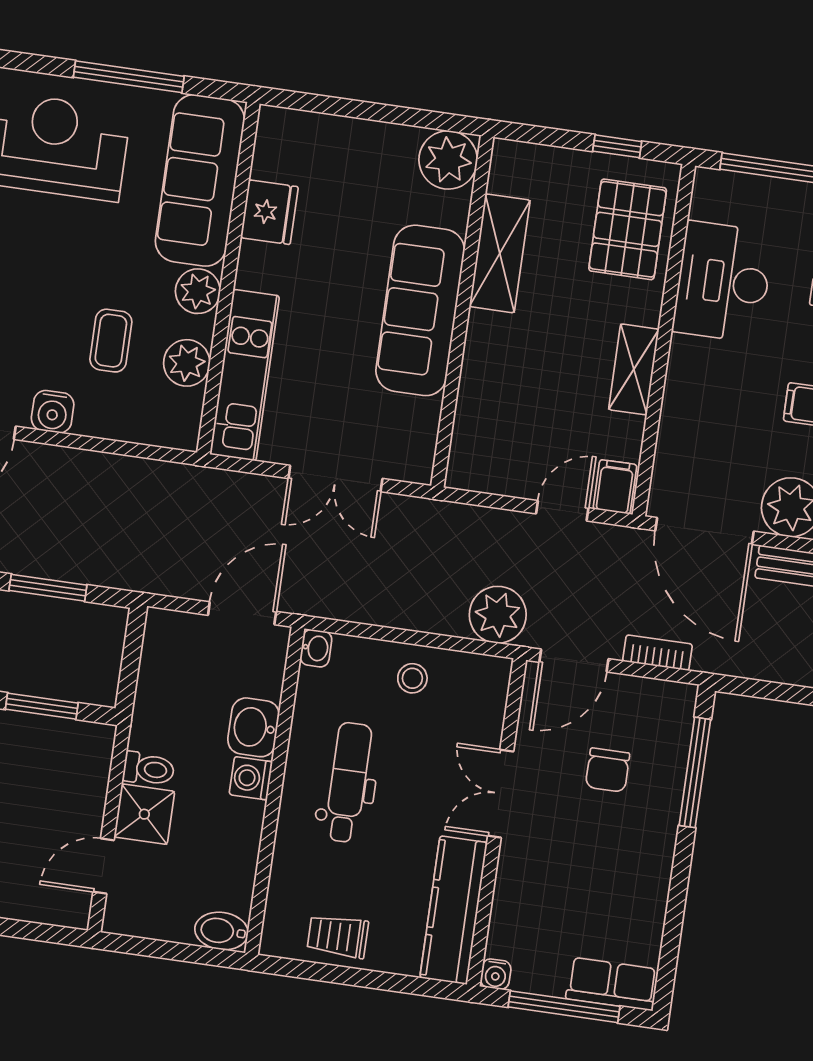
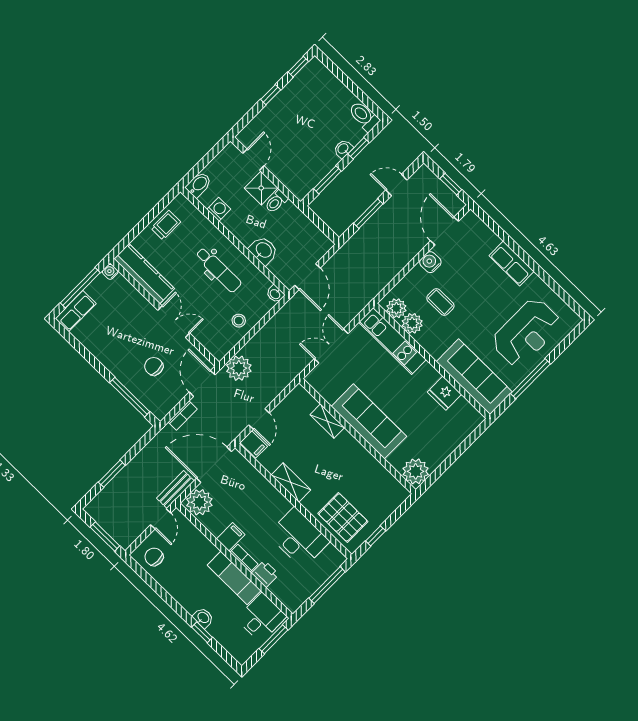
shelving: (500, 253) -> (327, 421), moved, width x0.67, depth x0.75
plant: (198, 291) -> (396, 308), moved
washing machine: (251, 778) -> (219, 209), moved

